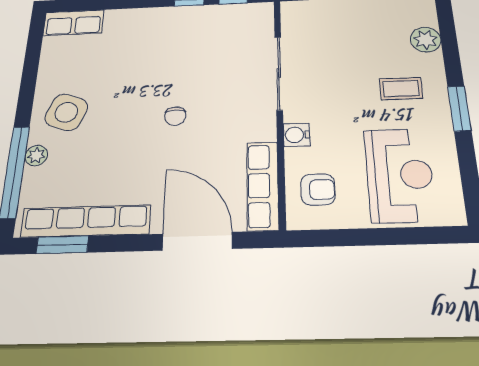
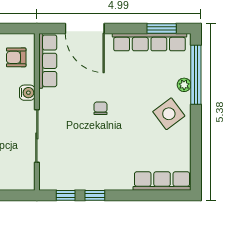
row of seats: (74, 23) -> (162, 181), width x1.48
side table: (66, 112) -> (169, 114), turned 32

